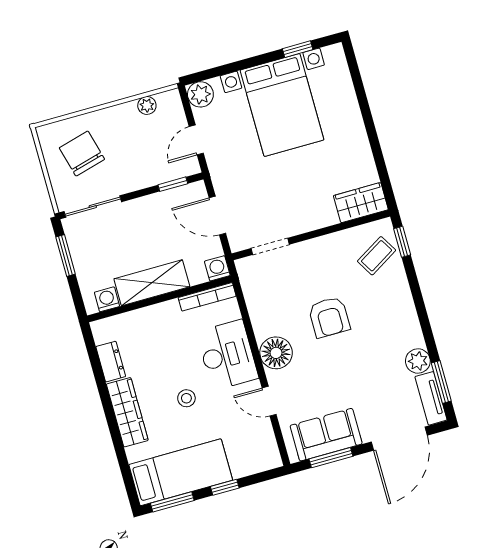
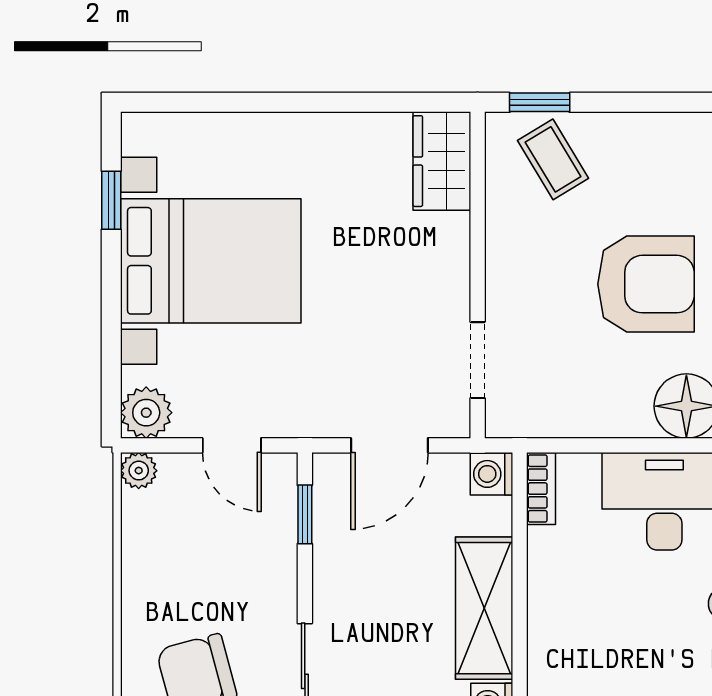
plant: (147, 105) -> (139, 471), moved
bookcase: (207, 297) -> (541, 489), width x0.64
armchair: (329, 317) -> (646, 284), width x1.36, depth x1.36

